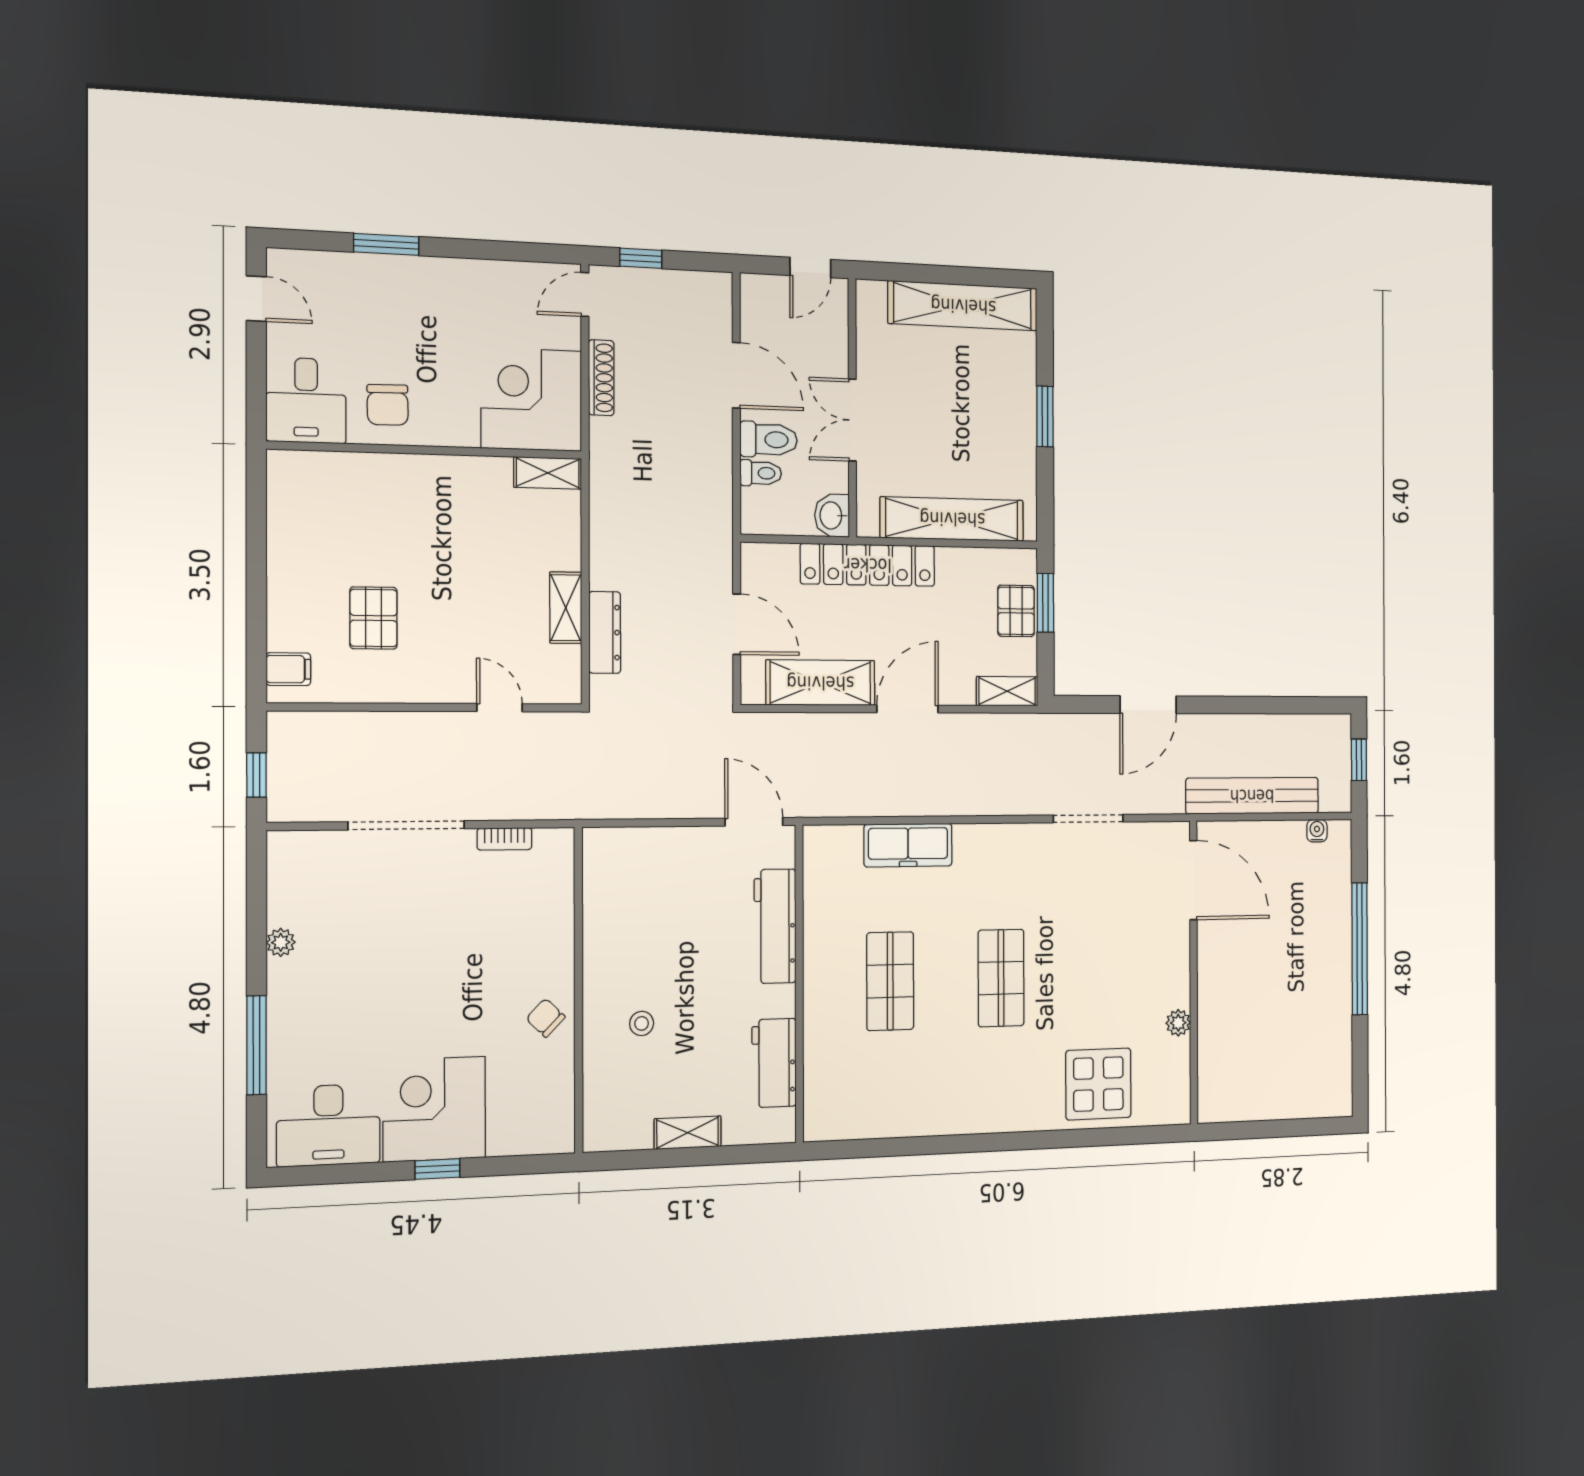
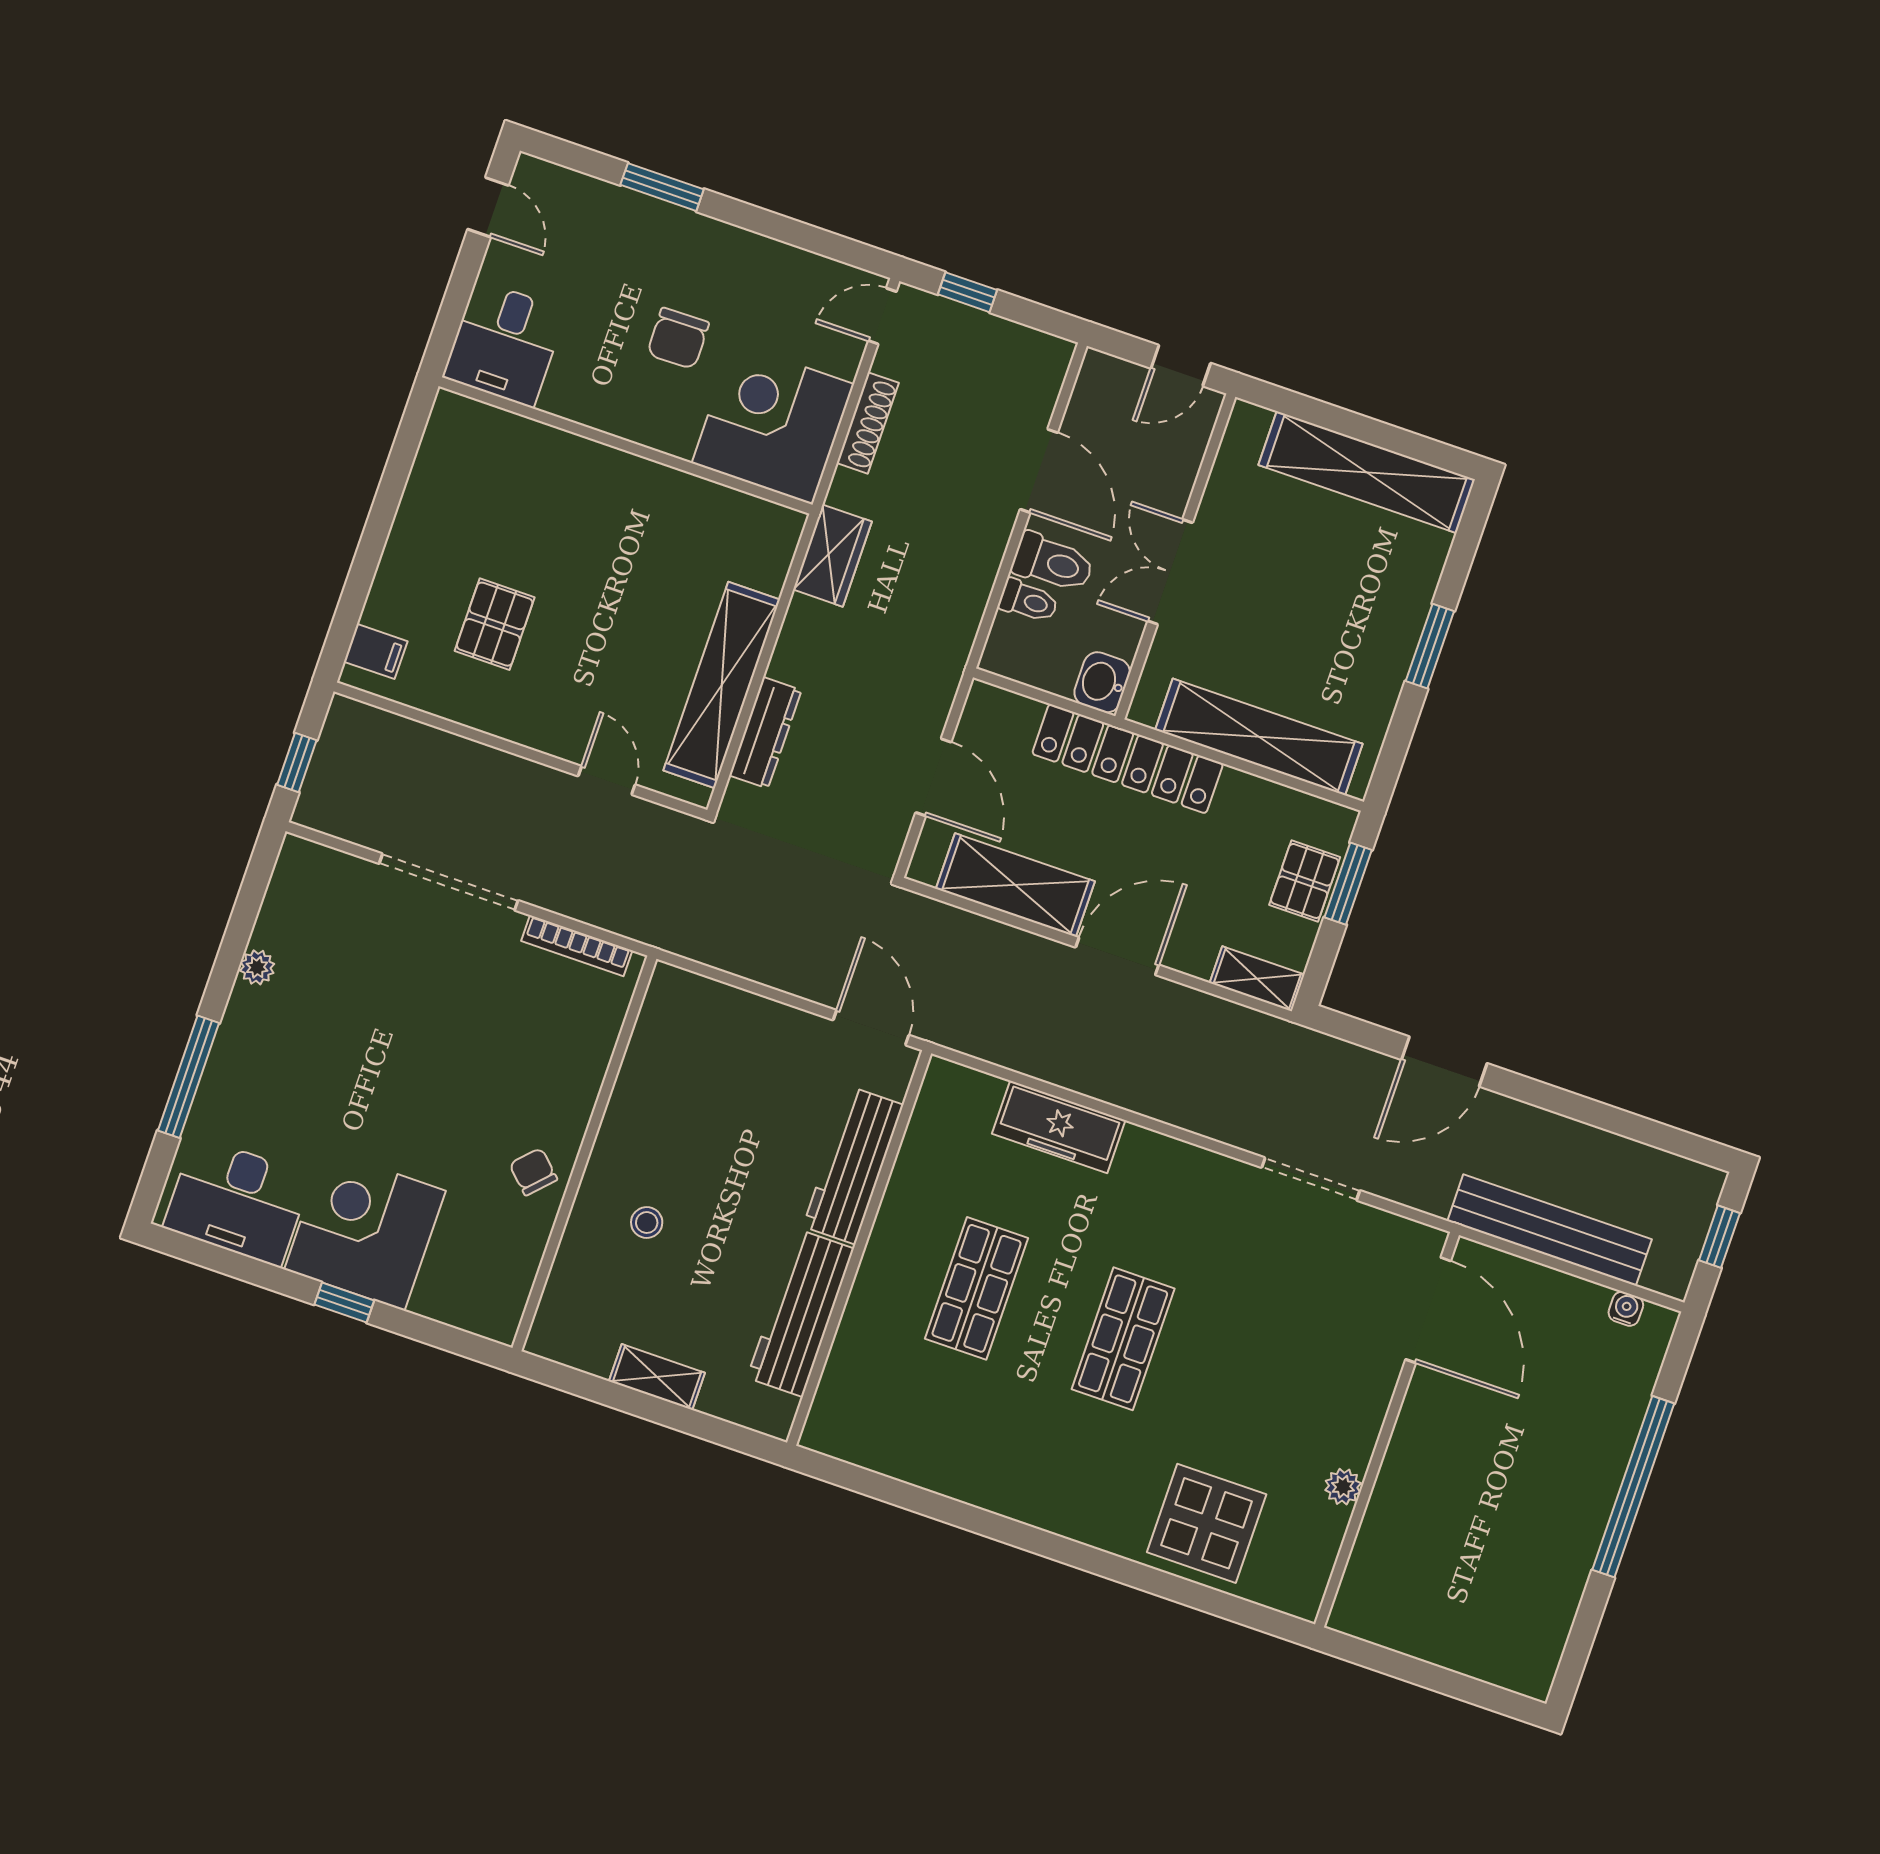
chair: (388, 405) -> (678, 338), moved
shelving: (548, 473) -> (762, 518), removed
wardrobe: (609, 485) -> (832, 556), added
shelving: (566, 608) -> (722, 685), width x2.20, depth x1.33
bookcase: (504, 839) -> (577, 946), width x1.56
workbench: (774, 1063) -> (801, 1313), width x1.37

